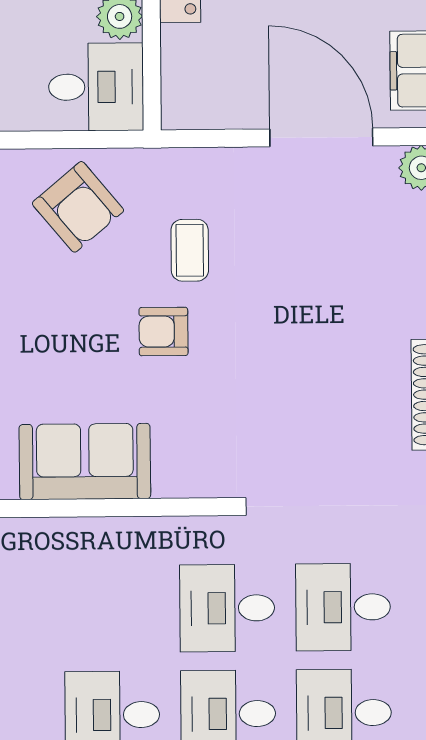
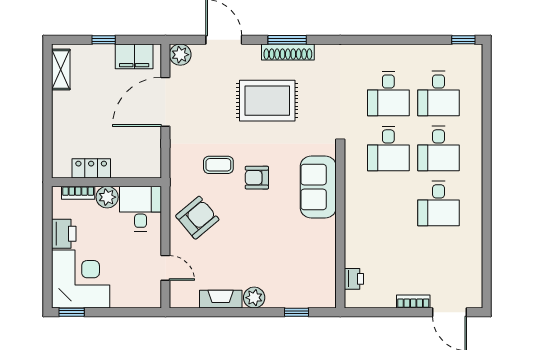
armchair: (163, 332) -> (257, 178), turned 90
rug: (326, 352) -> (267, 101), added
sofa: (85, 462) -> (318, 187), moved

